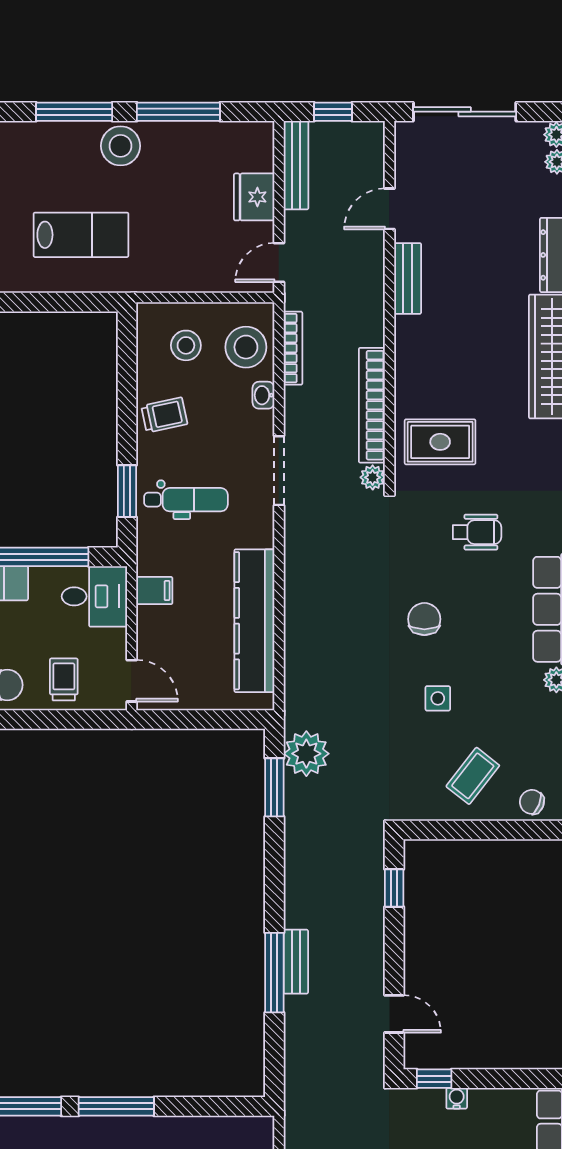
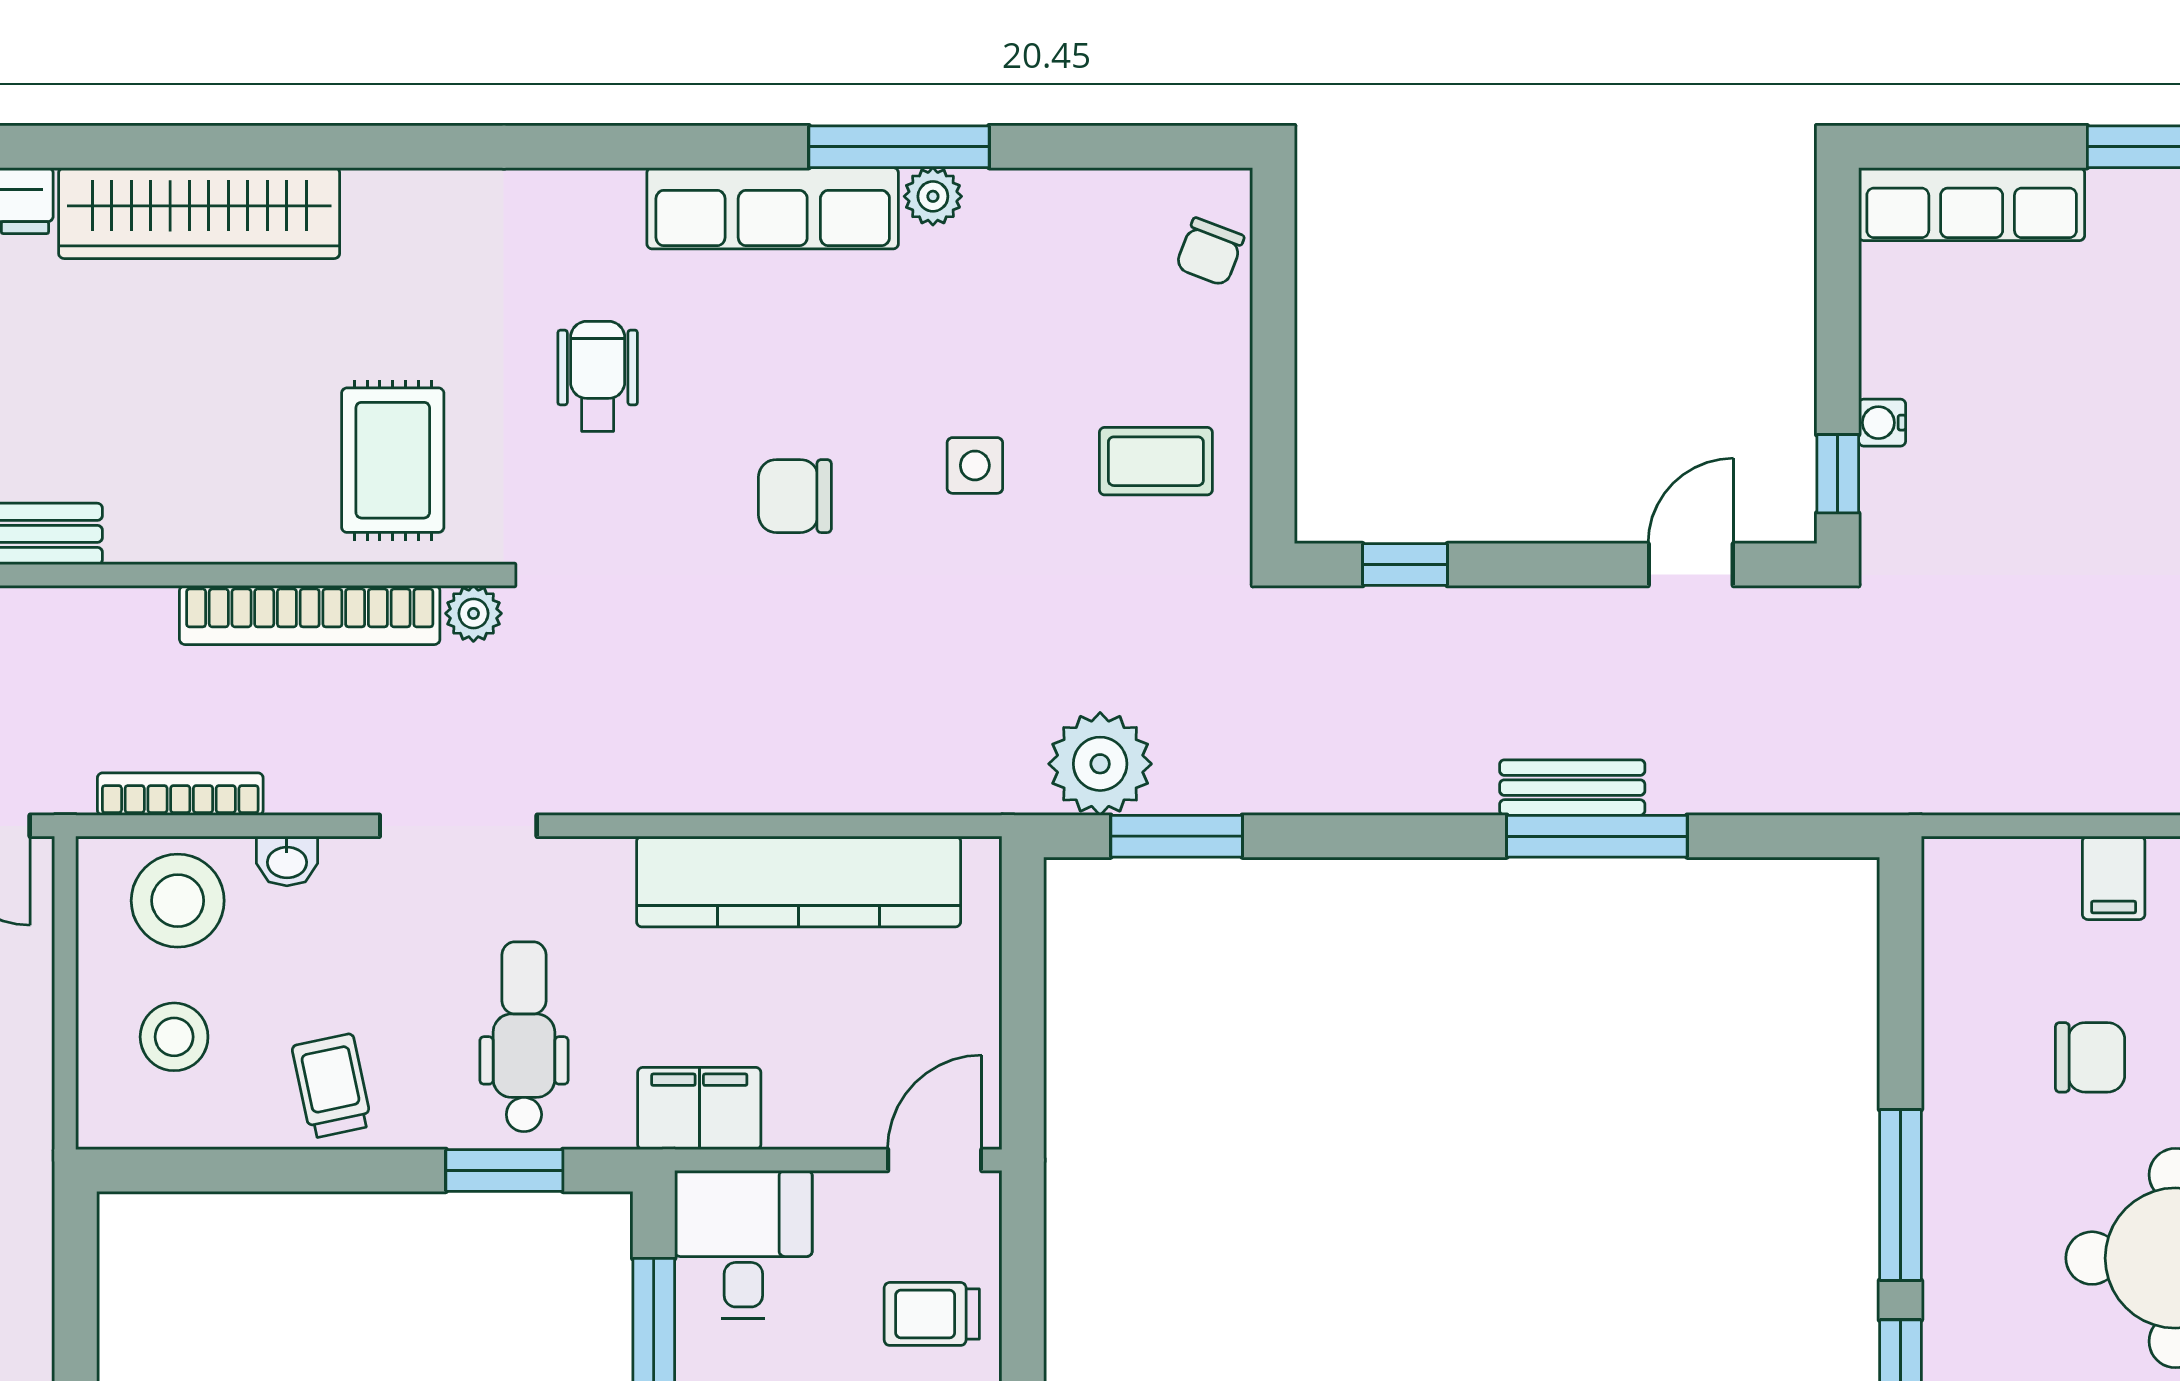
filing cabinet: (154, 591) -> (699, 1108), width x2.00
coffee table: (473, 776) -> (1156, 461), moved, turned -38

